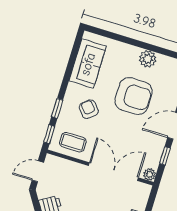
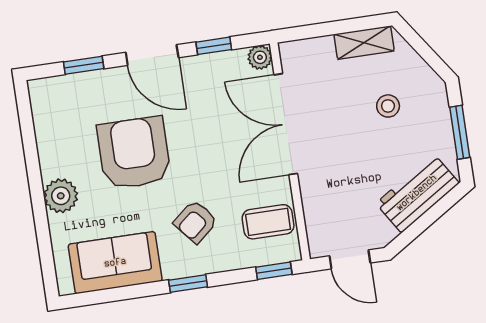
plant: (148, 59) -> (61, 196), moved
window: (57, 108) -> (188, 284), moved
coffee table: (73, 142) -> (268, 222), turned 90

